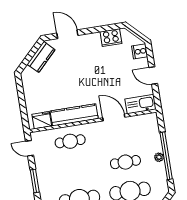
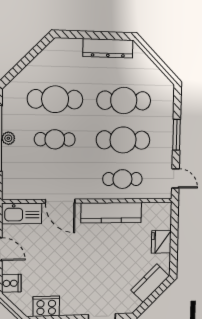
kitchen counter: (41, 57) -> (150, 283), moved
fridge: (42, 120) -> (161, 242), moved, turned 90
cafe table: (75, 170) -> (123, 140), added

